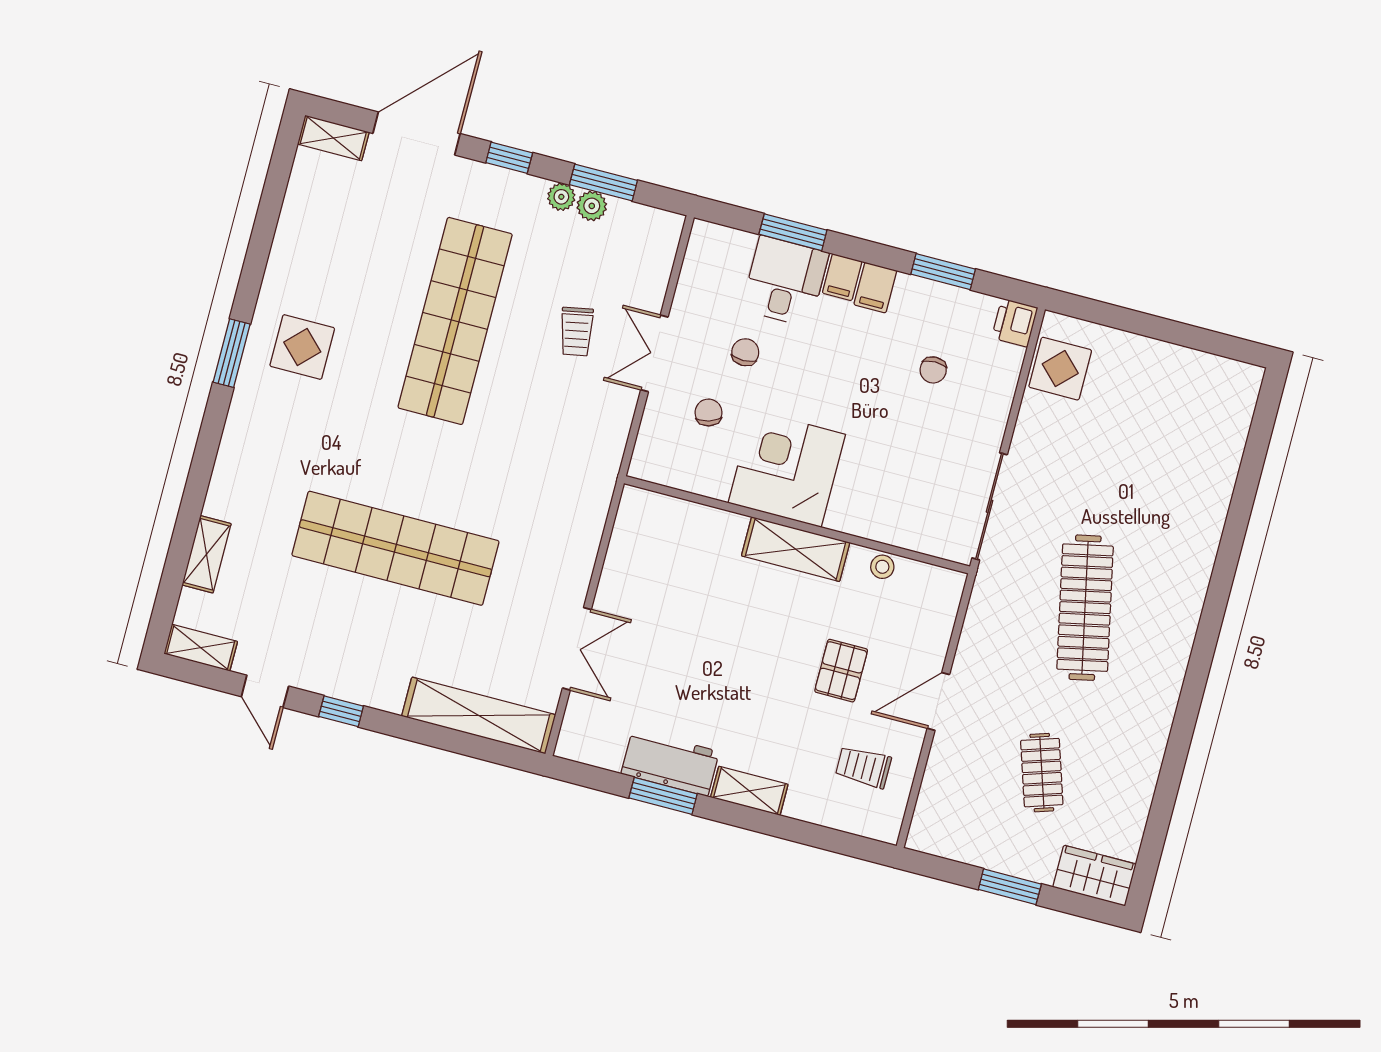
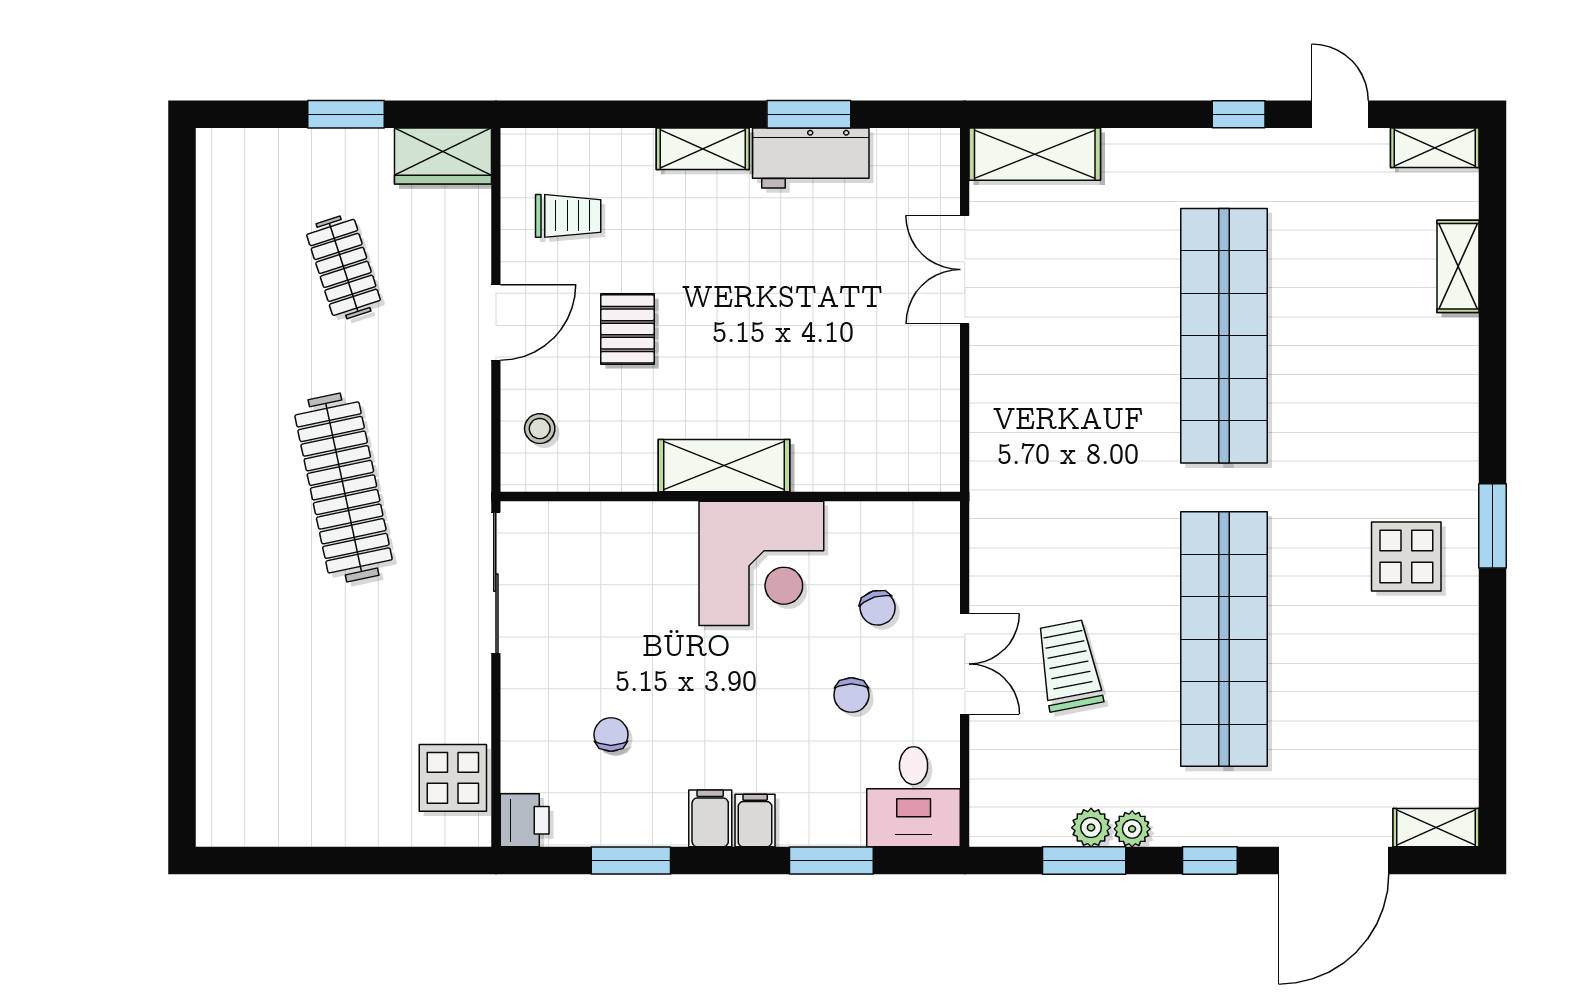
desk: (785, 281) -> (914, 797), moved
trolley: (576, 332) -> (1069, 666), width x1.36, depth x1.39
shop shelf: (395, 548) -> (1224, 336), turned 90
stool: (882, 567) -> (540, 429), moved
shelving: (479, 715) -> (1035, 154), width x0.68
wardrobe: (1094, 876) -> (443, 156), moved

